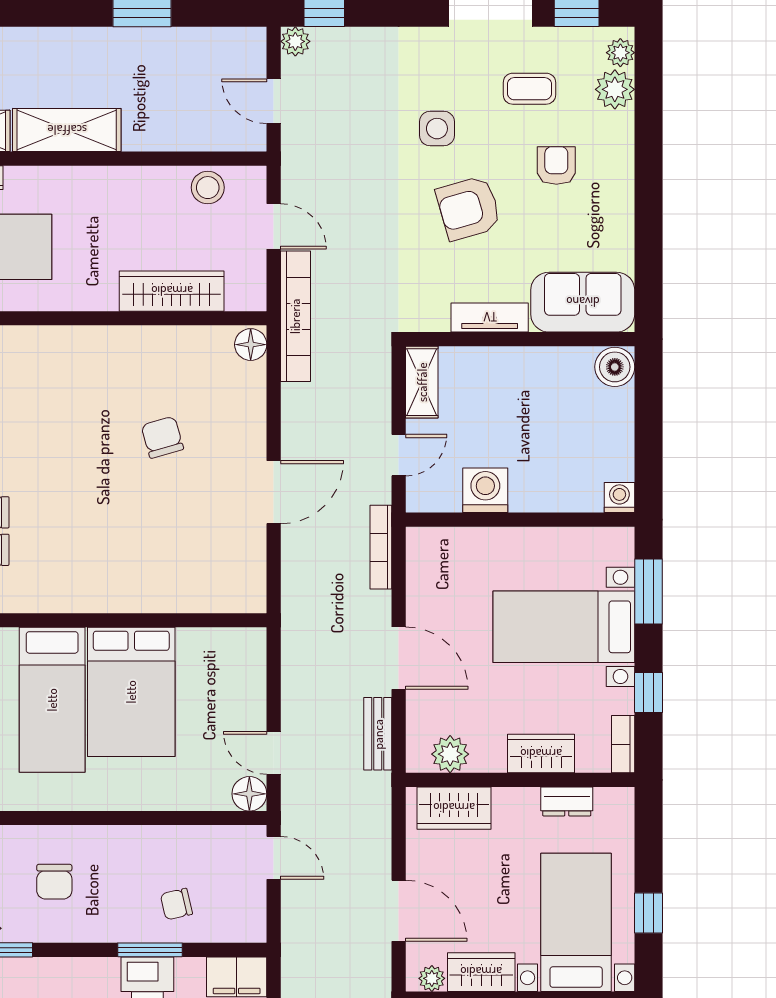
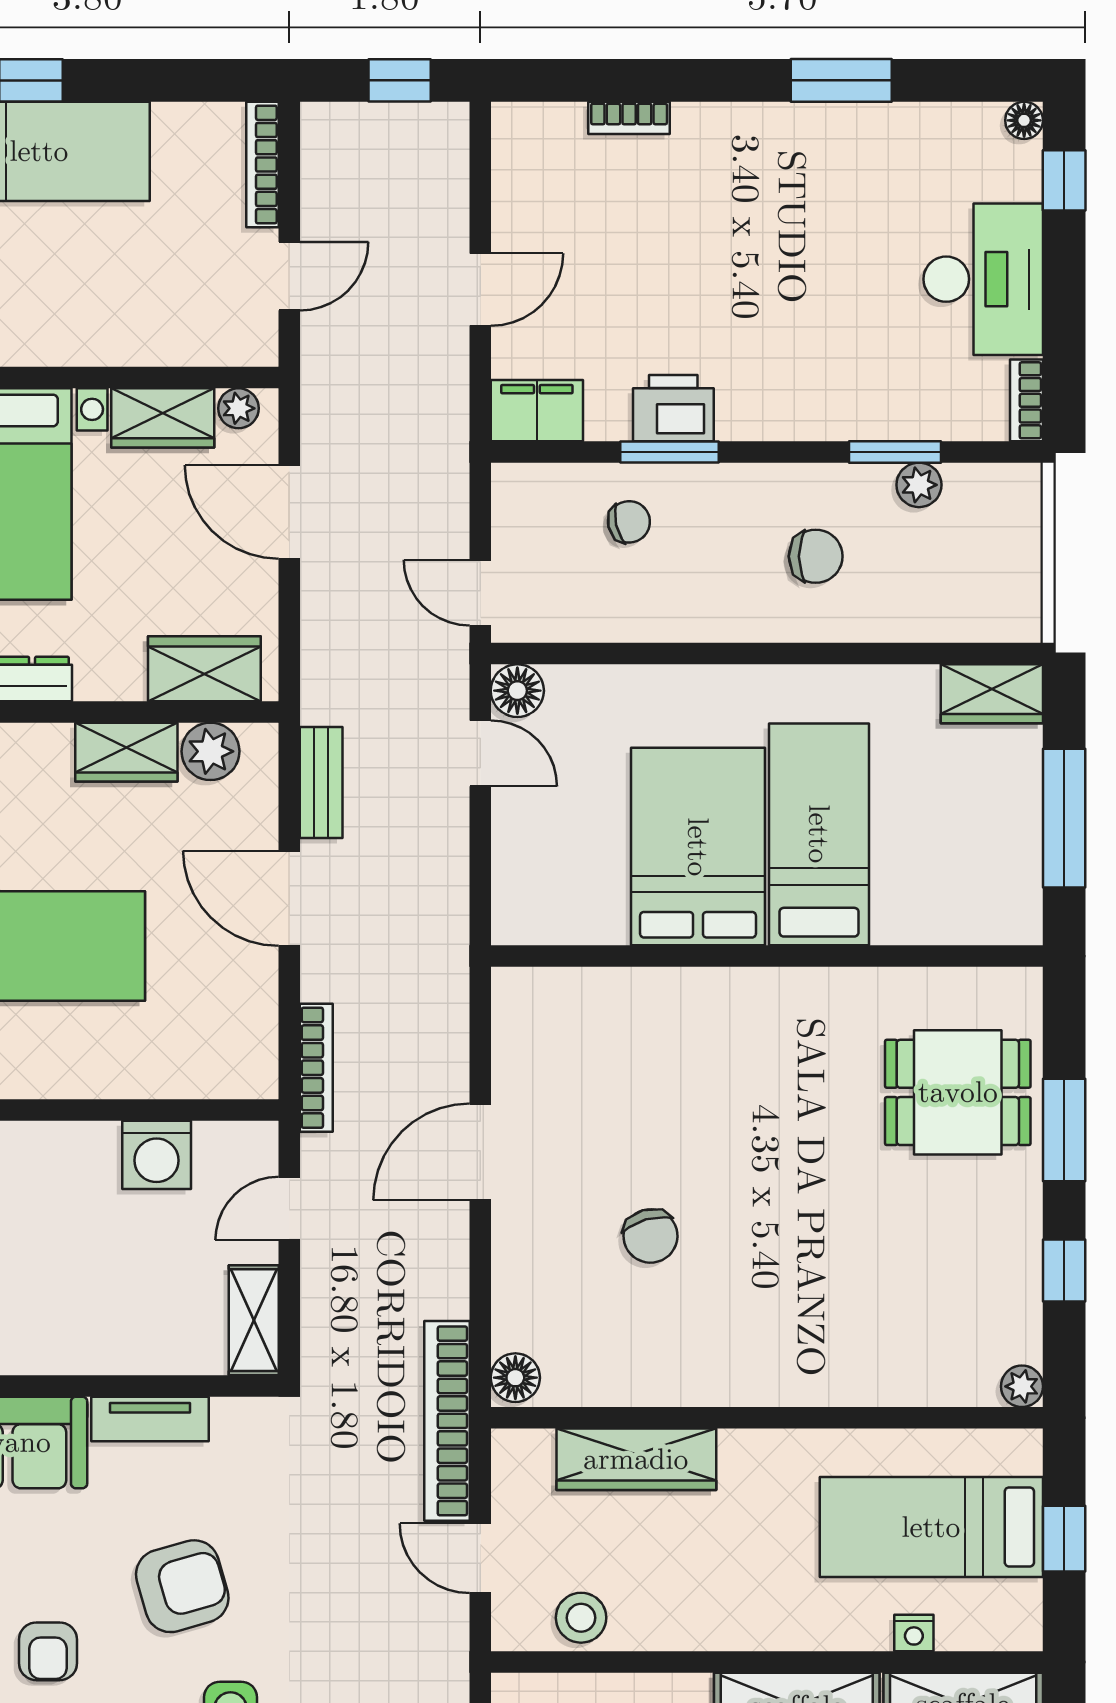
wardrobe: (541, 754) -> (126, 752), moved
chair: (54, 882) -> (816, 556), turned 90

